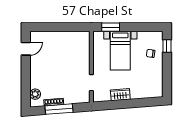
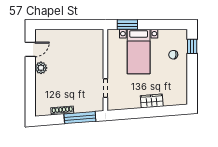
plant: (35, 94) -> (41, 68), moved
wardrobe: (120, 95) -> (152, 101), moved
window: (59, 109) -> (80, 118), moved

